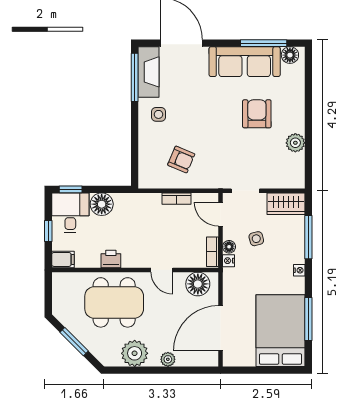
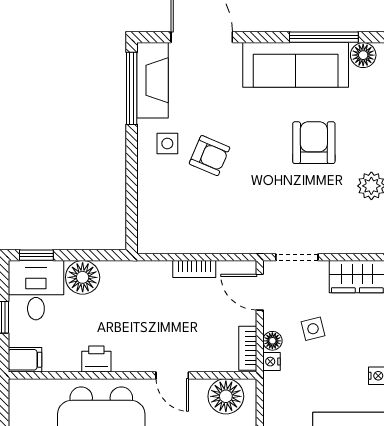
armchair: (181, 159) -> (210, 156), moved

